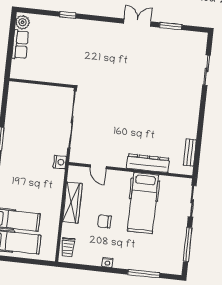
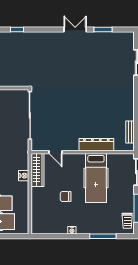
nightstand: (60, 162) -> (24, 176), moved
wardrobe: (72, 203) -> (38, 170), moved
trolley: (68, 247) -> (127, 221), moved

